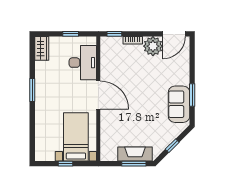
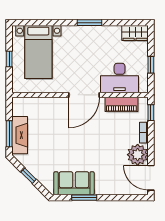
piano: (107, 61) -> (121, 104), added
bed with nightstands: (76, 137) -> (38, 52), moved, turned 90

